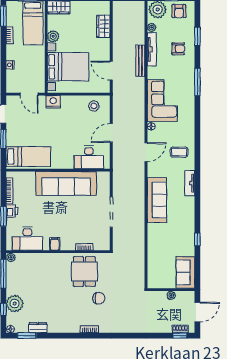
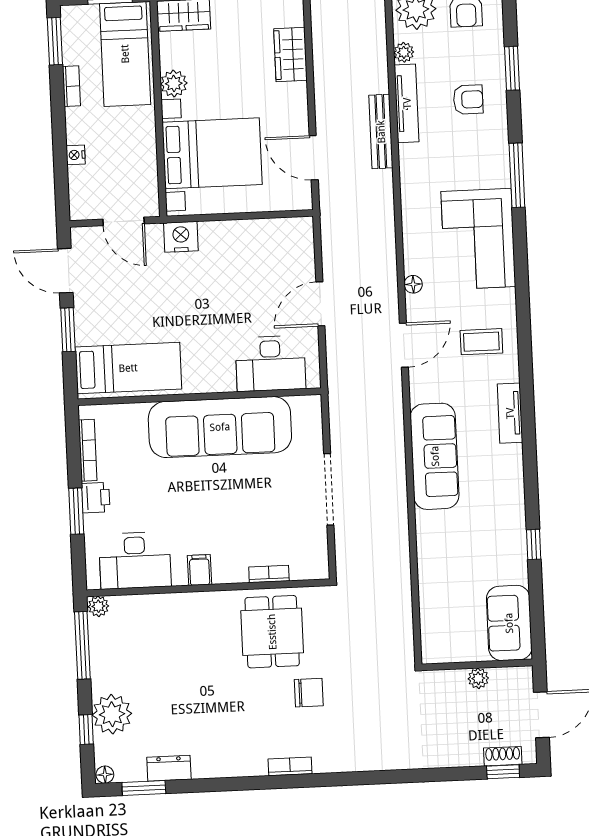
corner sofa: (162, 101) -> (478, 239), moved, turned 180
stool: (94, 106) -> (277, 242), removed

